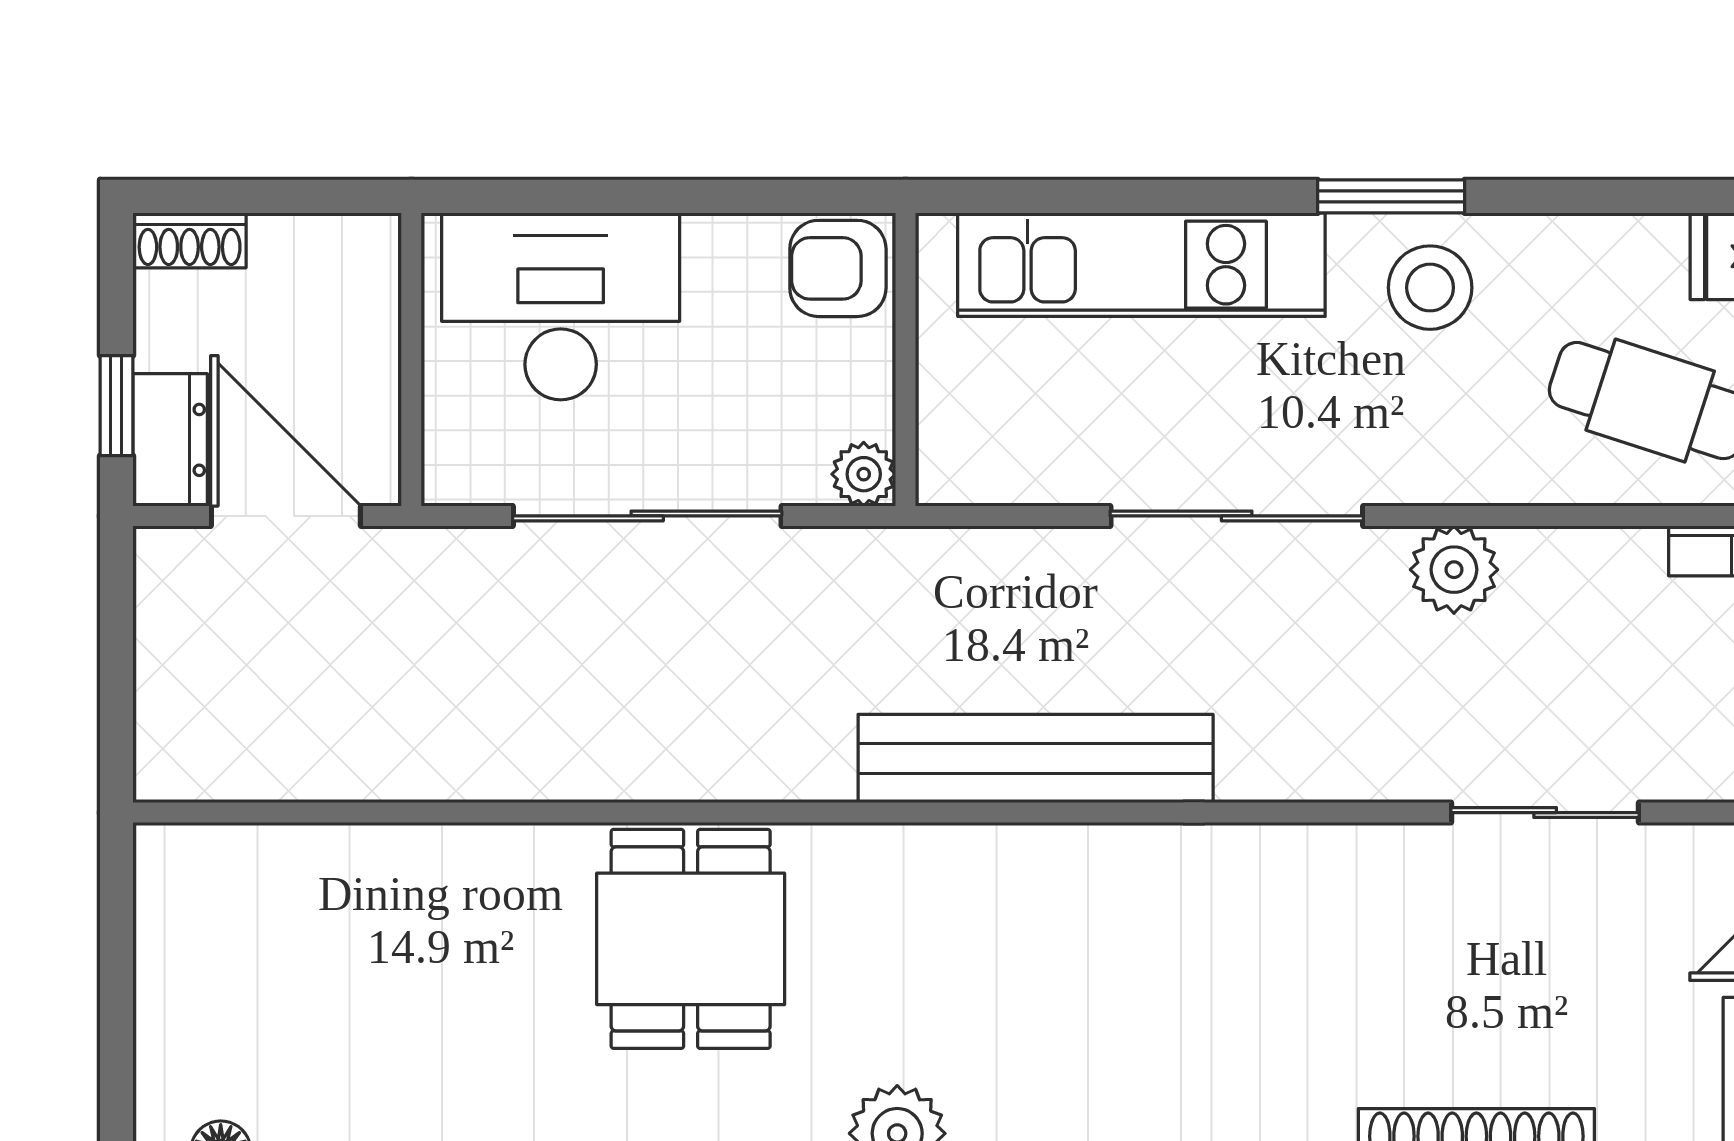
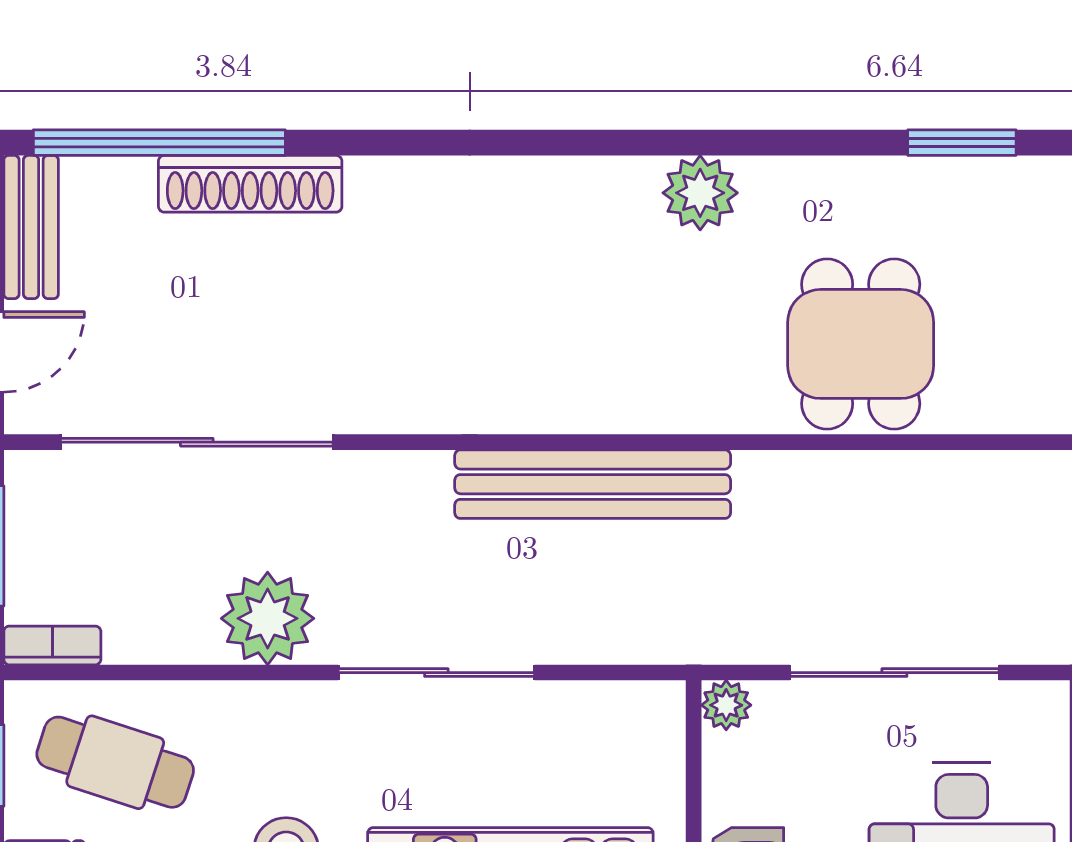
plant: (1454, 570) -> (268, 618), width x1.36, depth x1.36
sliding door: (1545, 813) -> (197, 442), width x1.86

